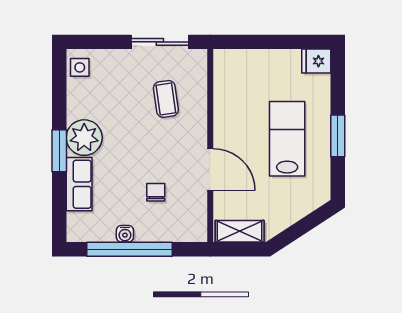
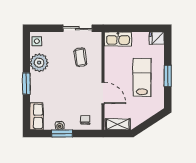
kitchen sink: (240, 63) -> (118, 39), added
plant: (84, 138) -> (39, 63), moved
row of seats: (79, 184) -> (36, 116), moved
chair: (156, 192) -> (85, 120), moved
window: (130, 249) -> (62, 134), width x0.47

